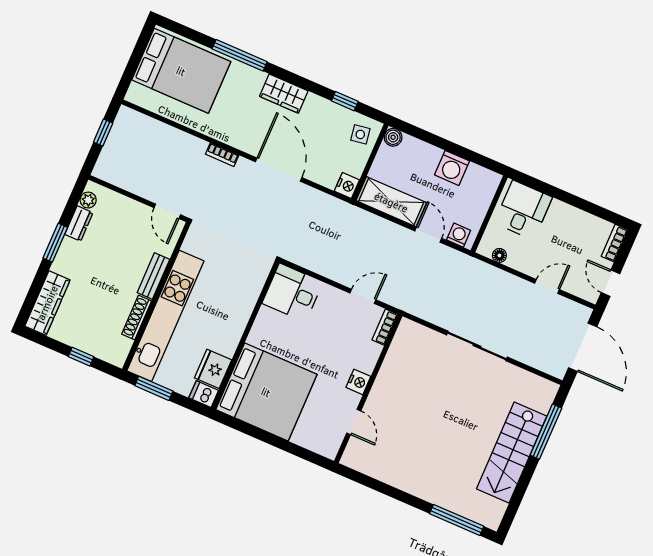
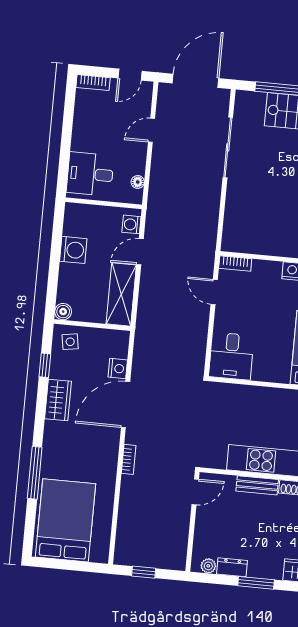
wardrobe: (284, 94) -> (58, 400), moved
nightstand: (347, 186) -> (118, 369), moved, turned 90
door: (547, 286) -> (151, 130), hinge flipped
sliding door: (477, 346) -> (228, 147), moved

